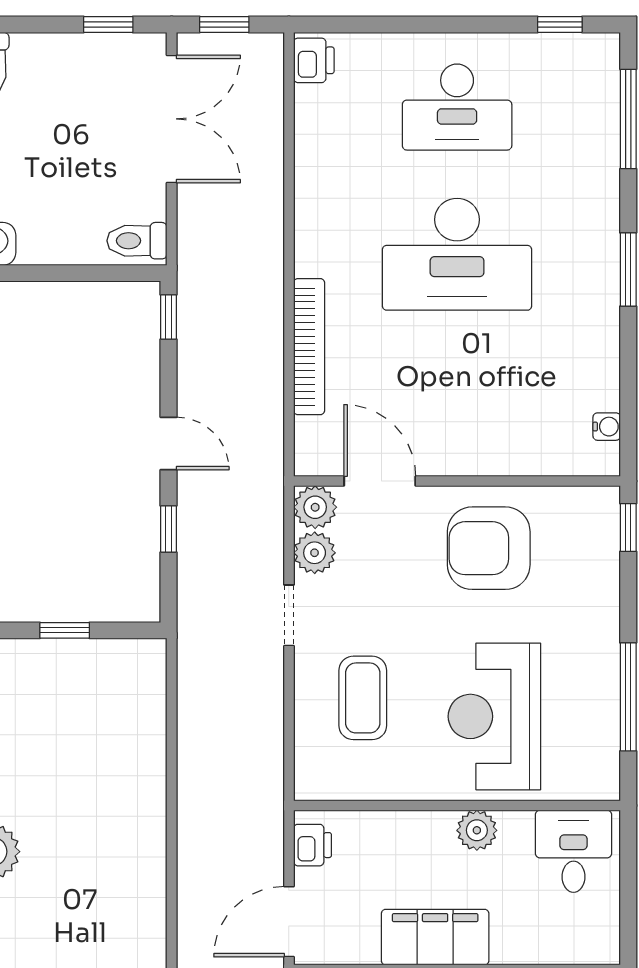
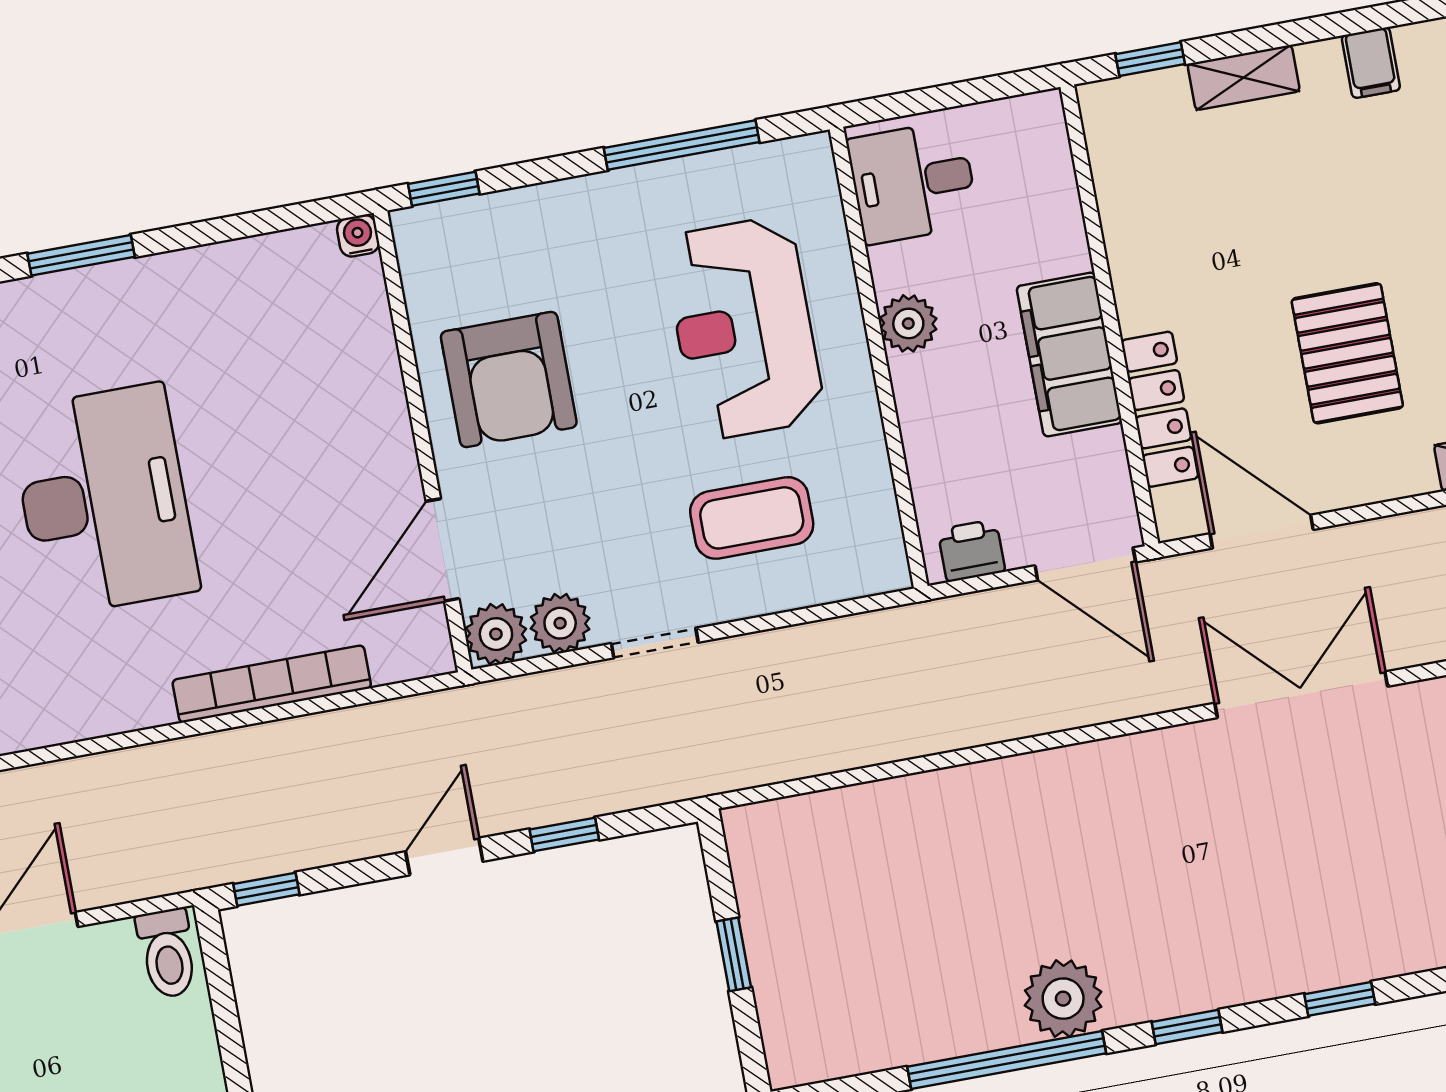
water cooler: (607, 427) -> (358, 236), moved
reception desk: (494, 716) -> (744, 328), turned 90

